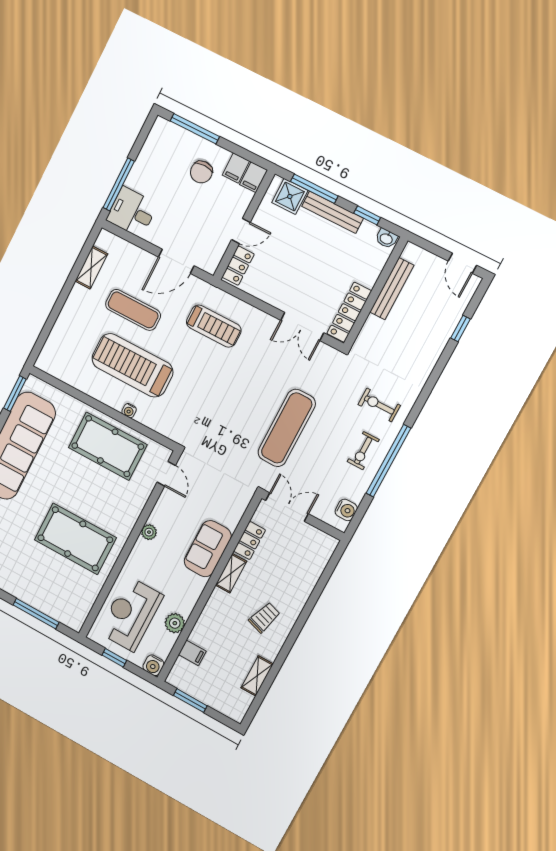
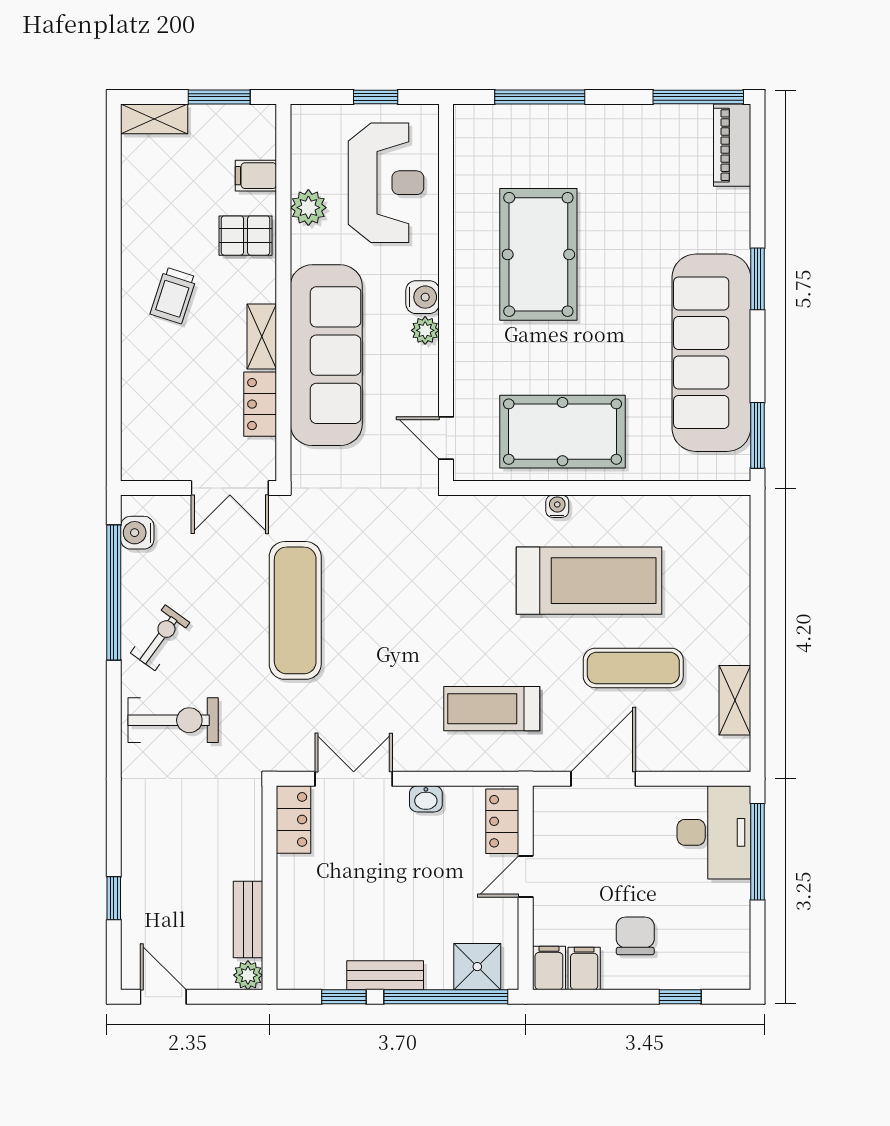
window: (195, 129) -> (680, 997), width x0.46
window: (314, 189) -> (446, 997), width x1.46
desk: (132, 212) -> (714, 832), width x1.37
bench: (333, 212) -> (385, 975), width x0.73
washbasin: (386, 238) -> (426, 799), moved, turned 180
plant: (411, 252) -> (248, 975), added
bench: (392, 289) -> (248, 919), width x0.73
locker: (349, 312) -> (294, 819), width x0.66
exercise bike: (379, 405) -> (173, 720), width x1.38, depth x1.39
exercise bike: (363, 451) -> (160, 638), turned 36
window: (388, 461) -> (114, 592), moved
pool table: (75, 539) -> (538, 254), turned 90
sofa: (208, 549) -> (326, 355), width x1.85, depth x1.27
pallet: (213, 627) -> (246, 236), added
water cooler: (153, 665) -> (423, 297), moved, turned 90
shelving: (257, 676) -> (154, 119), moved, turned 90

